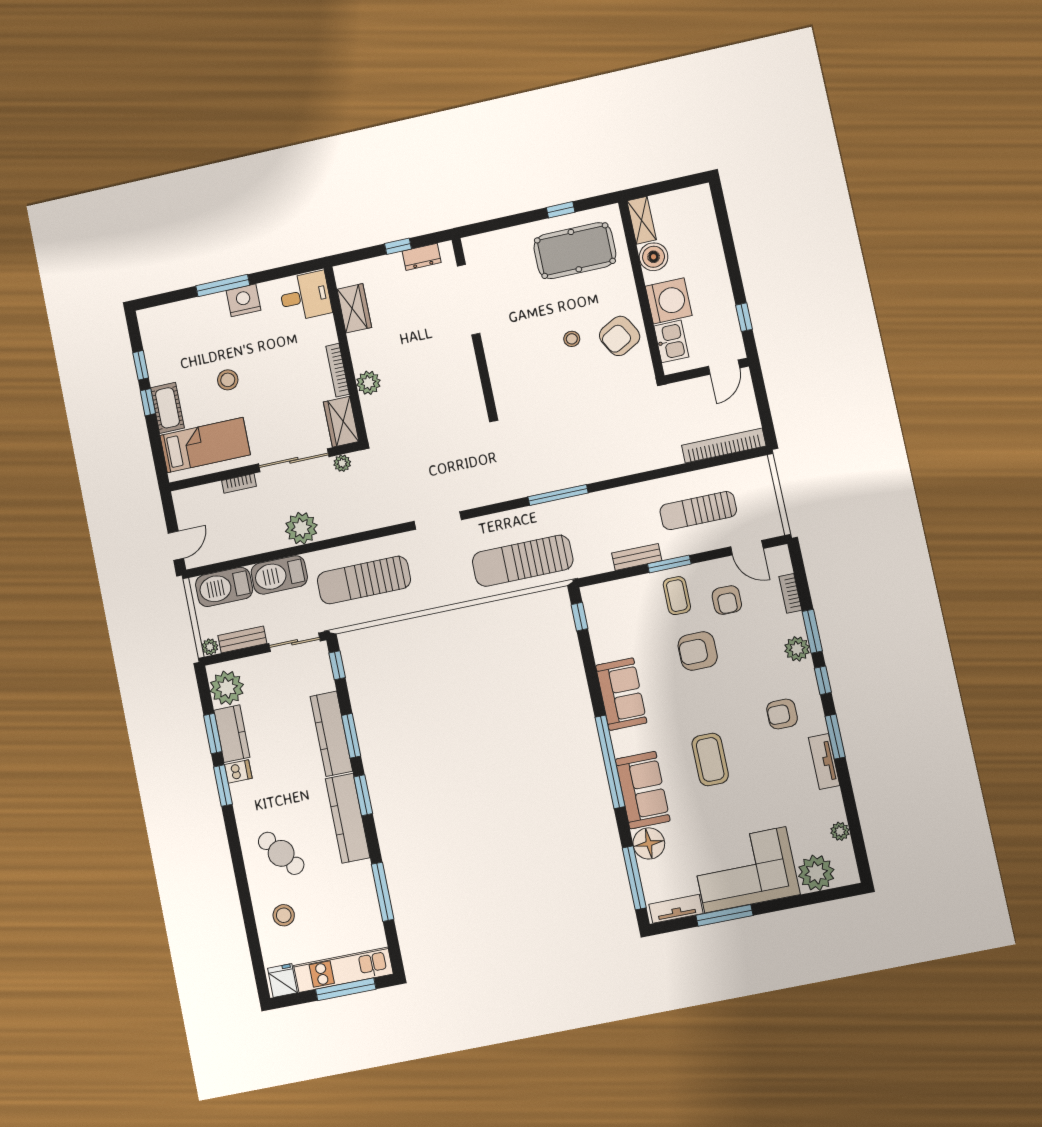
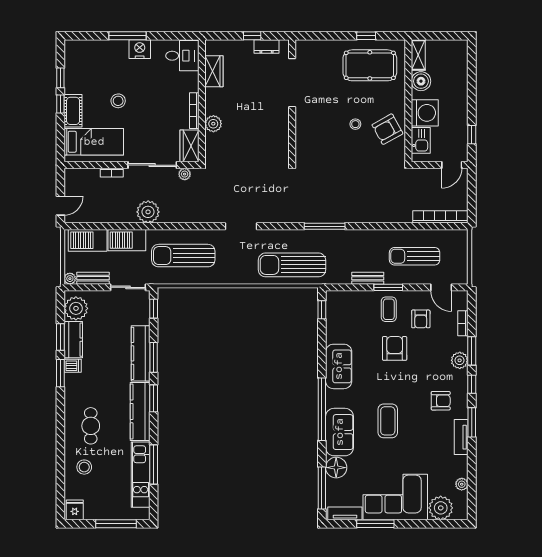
armchair: (698, 651) -> (395, 348), turned 90
armchair: (782, 714) -> (441, 401), turned 180
cafe table: (281, 853) -> (91, 426), turned 38
kitchen unit: (343, 970) -> (141, 475), moved, turned -90

